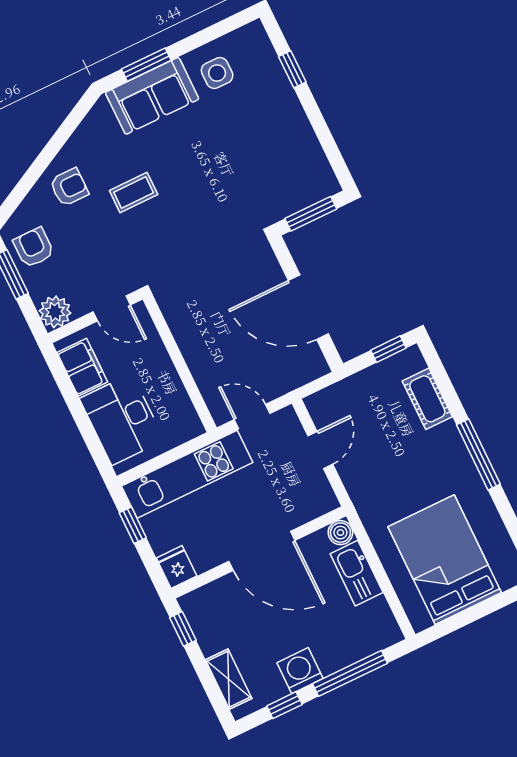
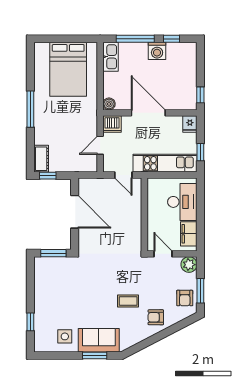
cot: (427, 399) -> (41, 159), moved
dishwasher: (318, 499) -> (112, 124), added
kitchen sink: (357, 573) -> (111, 57), moved
shelving: (229, 679) -> (191, 63), removed

